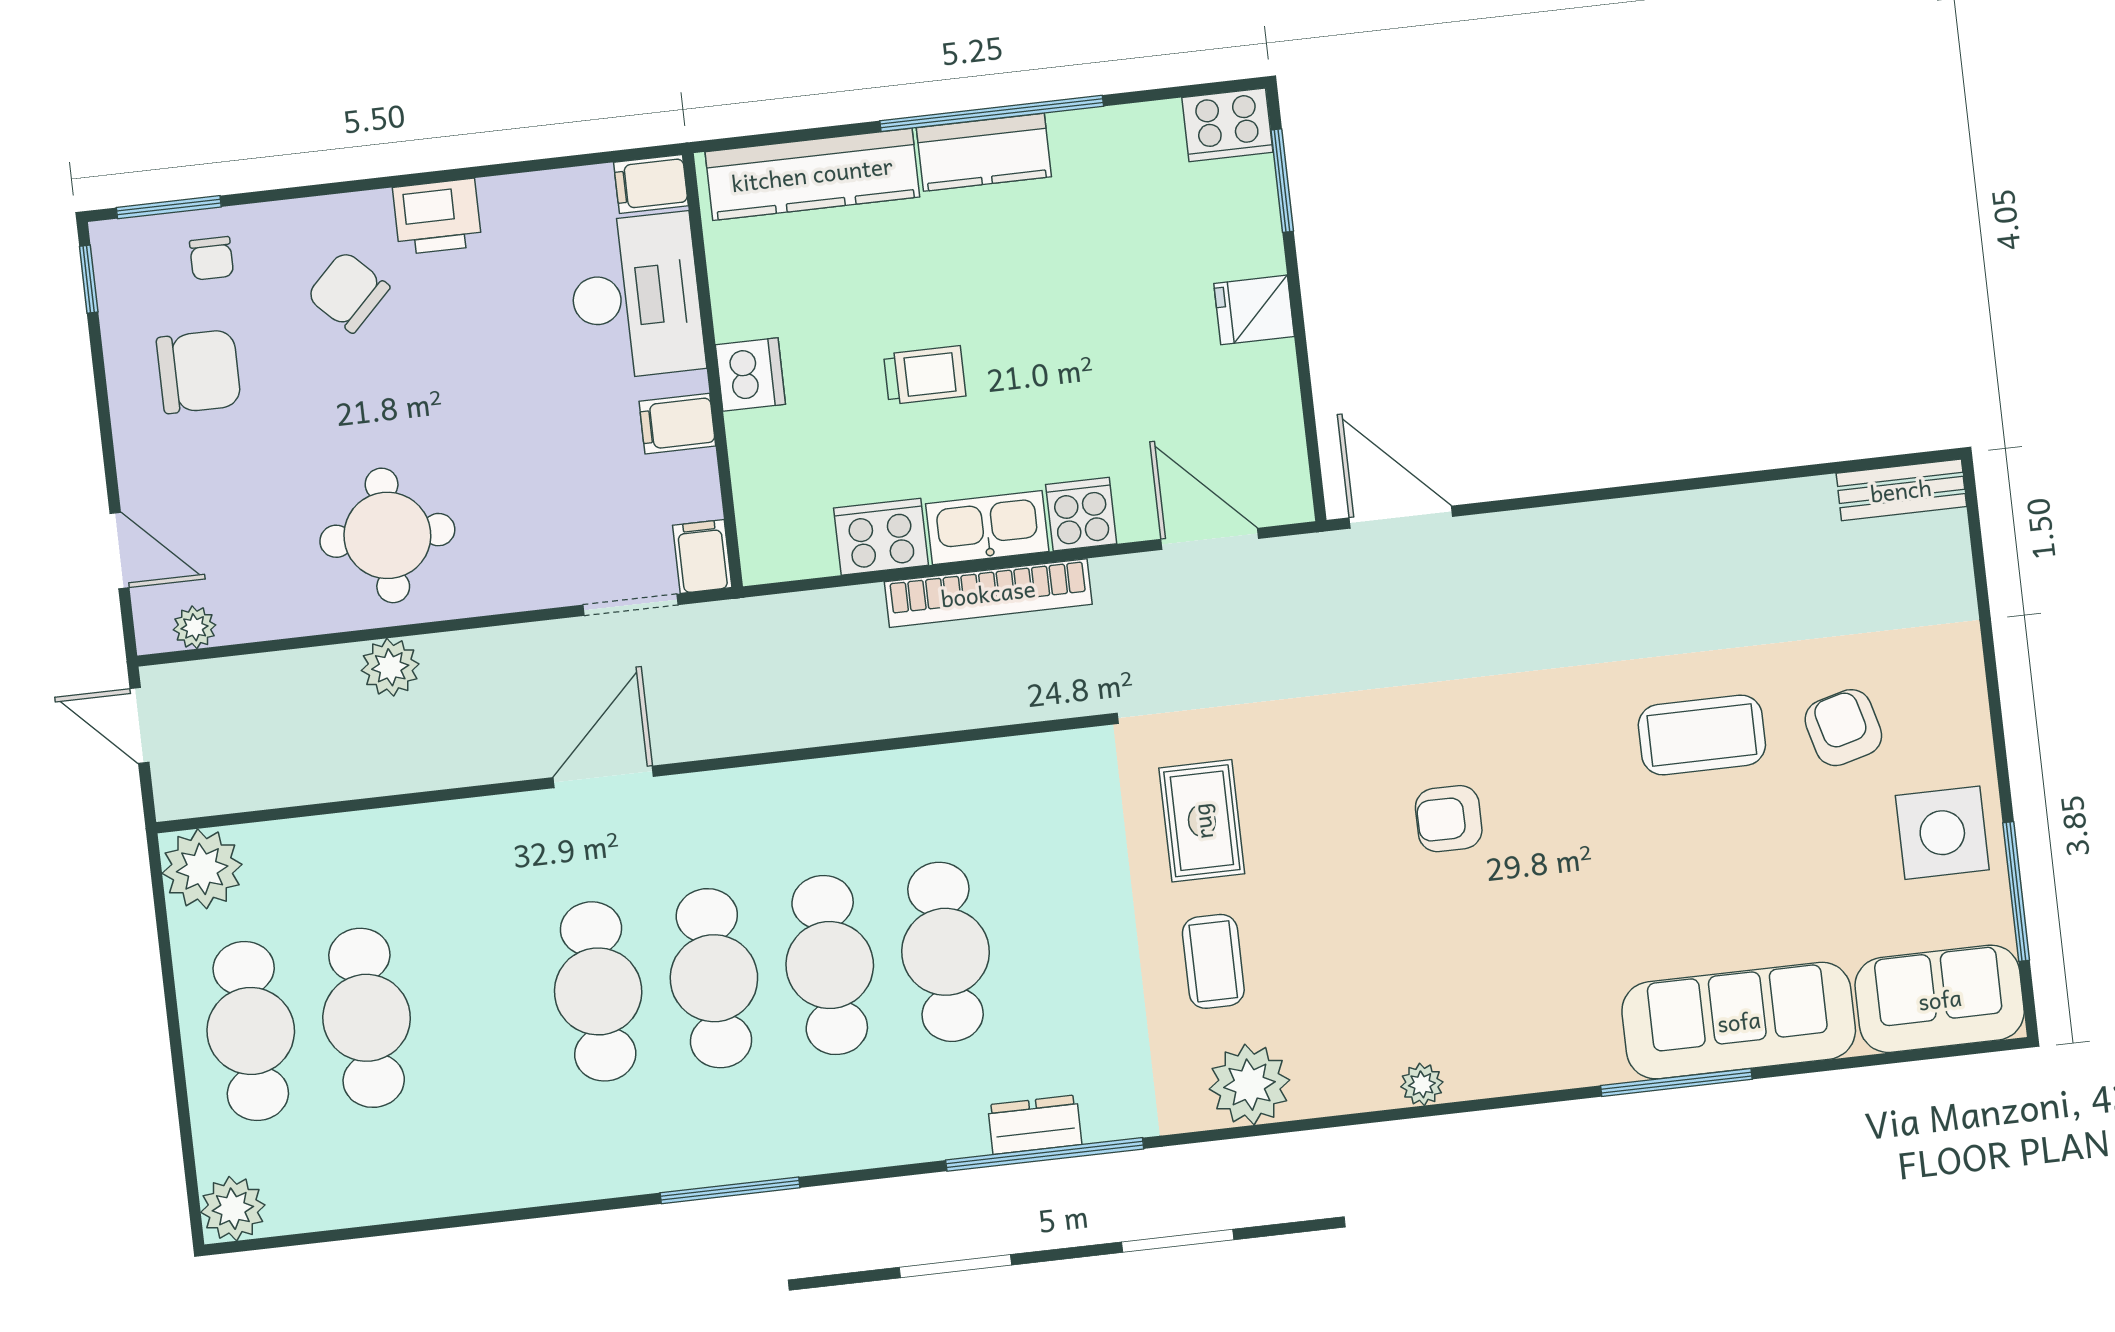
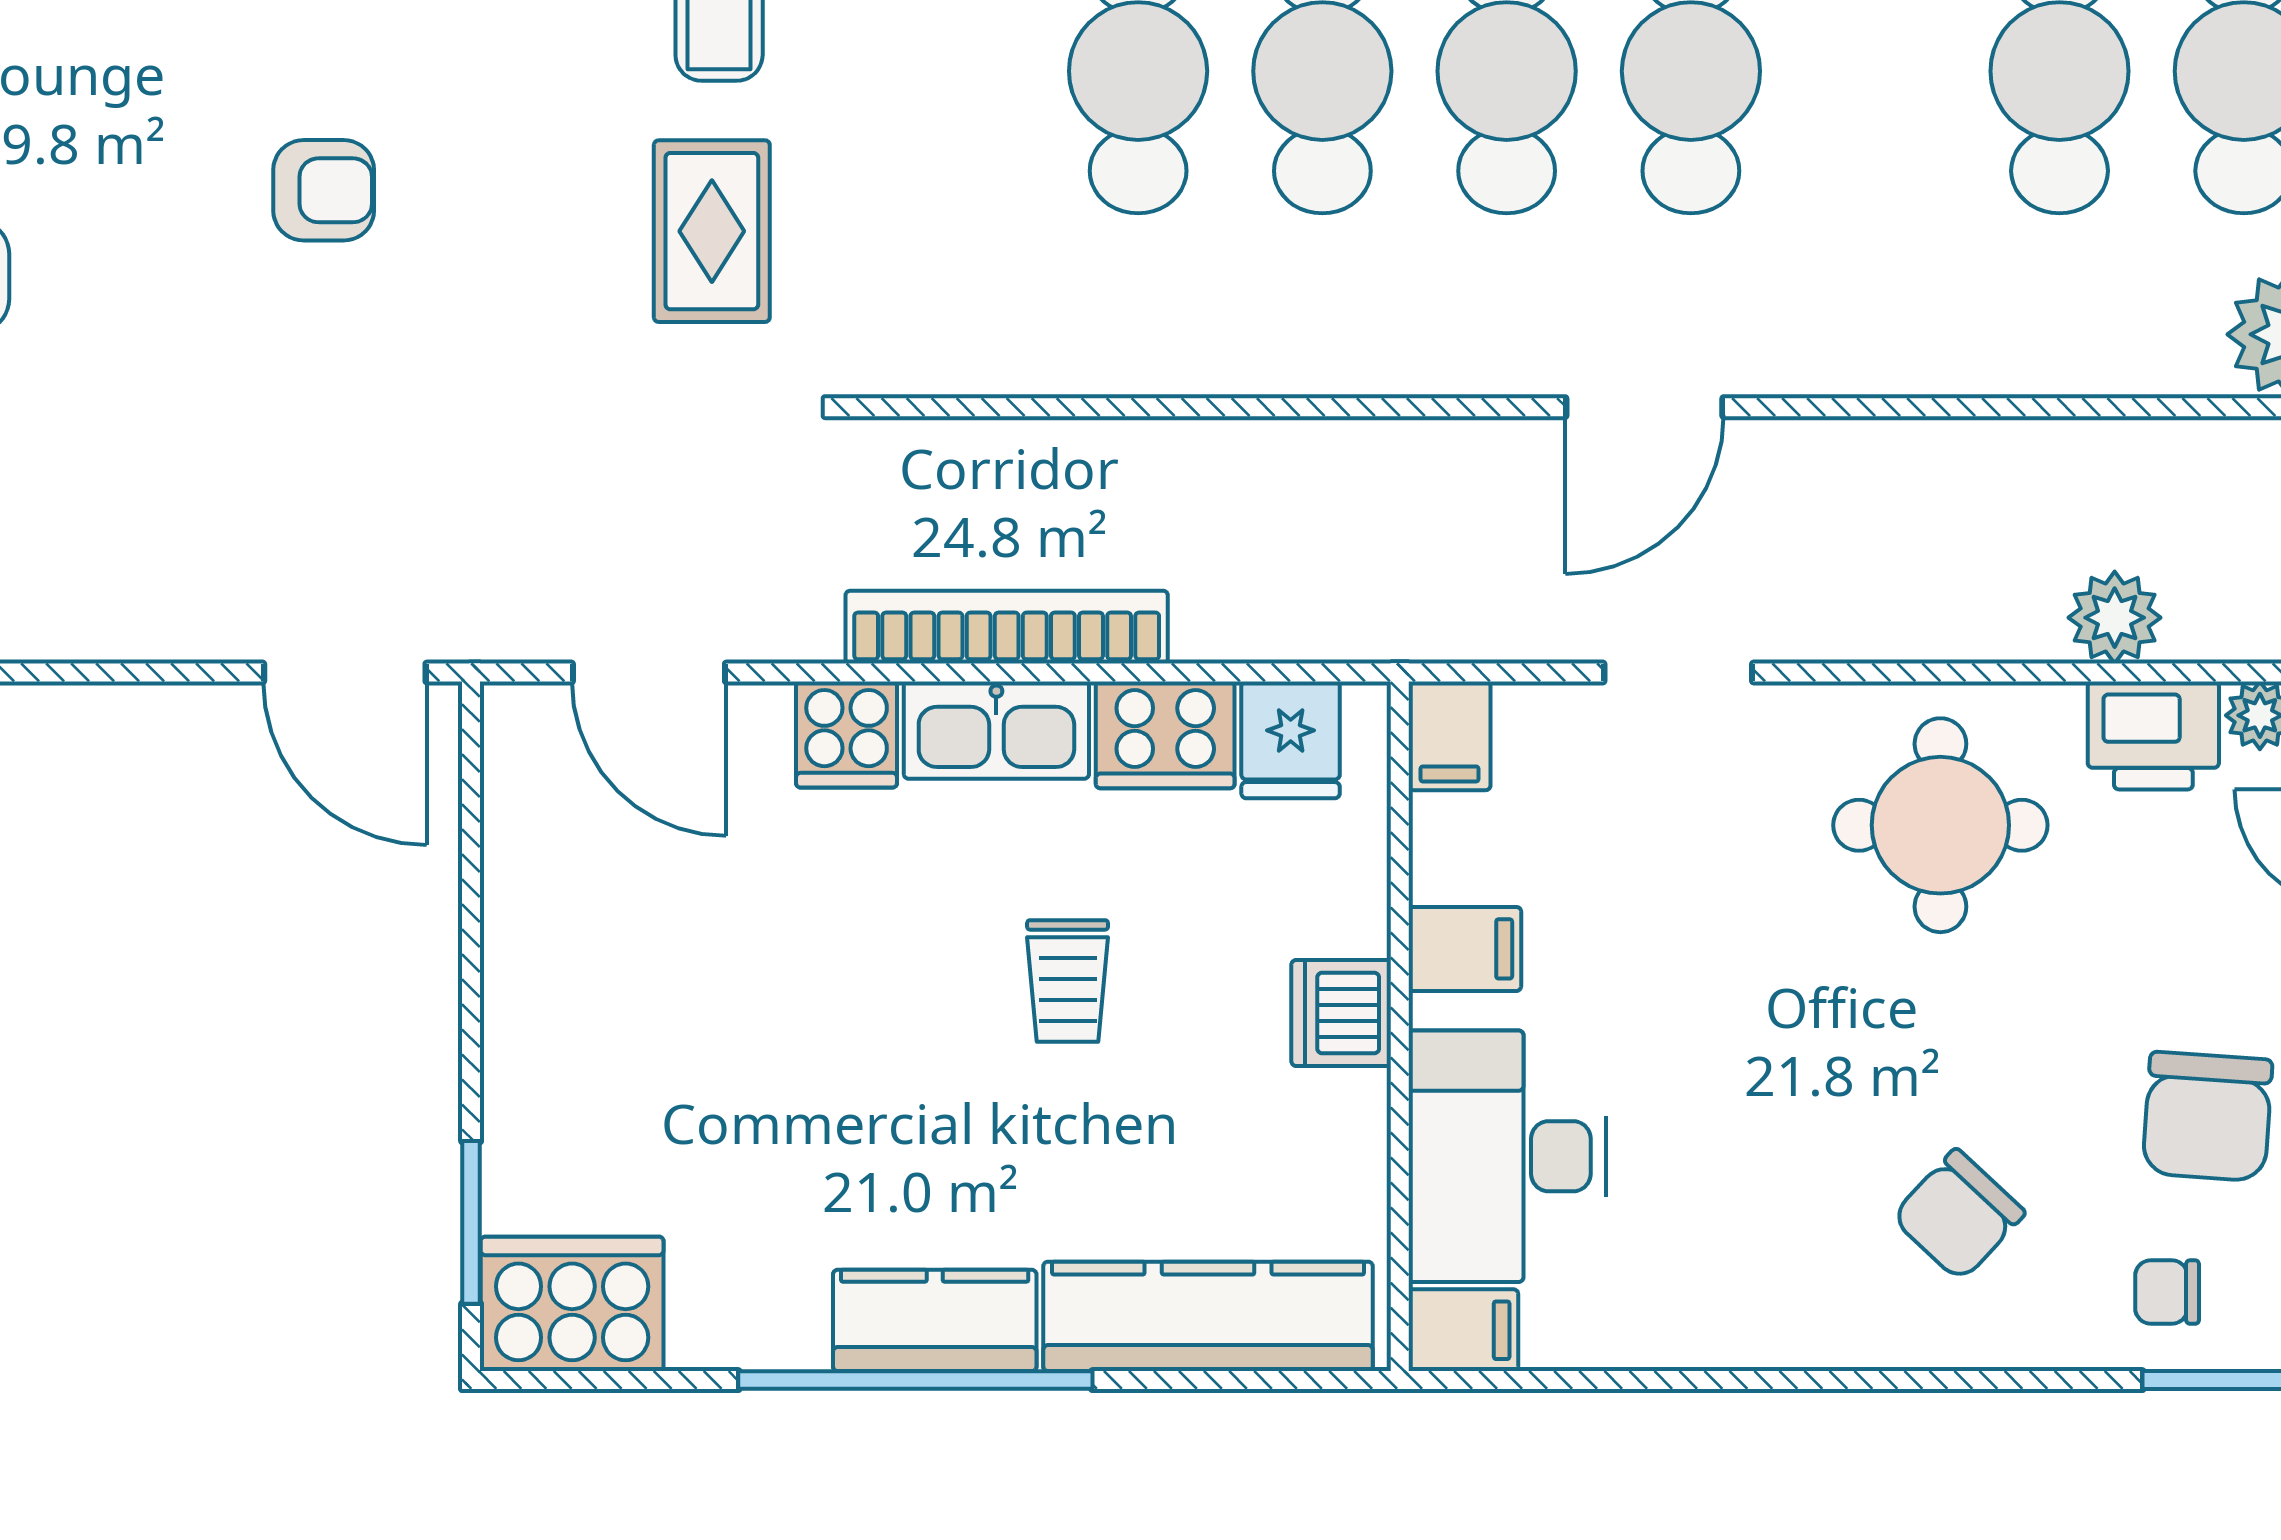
cooker: (1227, 125) -> (572, 1304), width x1.37, depth x1.31
printer: (437, 217) -> (2153, 735), moved, turned 180
chair: (212, 258) -> (2167, 1292), turned -90
chair: (348, 292) -> (1958, 1215), turned 88
fridge: (1254, 310) -> (1291, 740), moved, turned 90
chair: (199, 372) -> (2207, 1116), turned -86
trolley: (925, 375) -> (1068, 981), turned -90
doorway: (631, 605) -> (1678, 673), moved
plant: (390, 667) -> (2115, 618), moved

